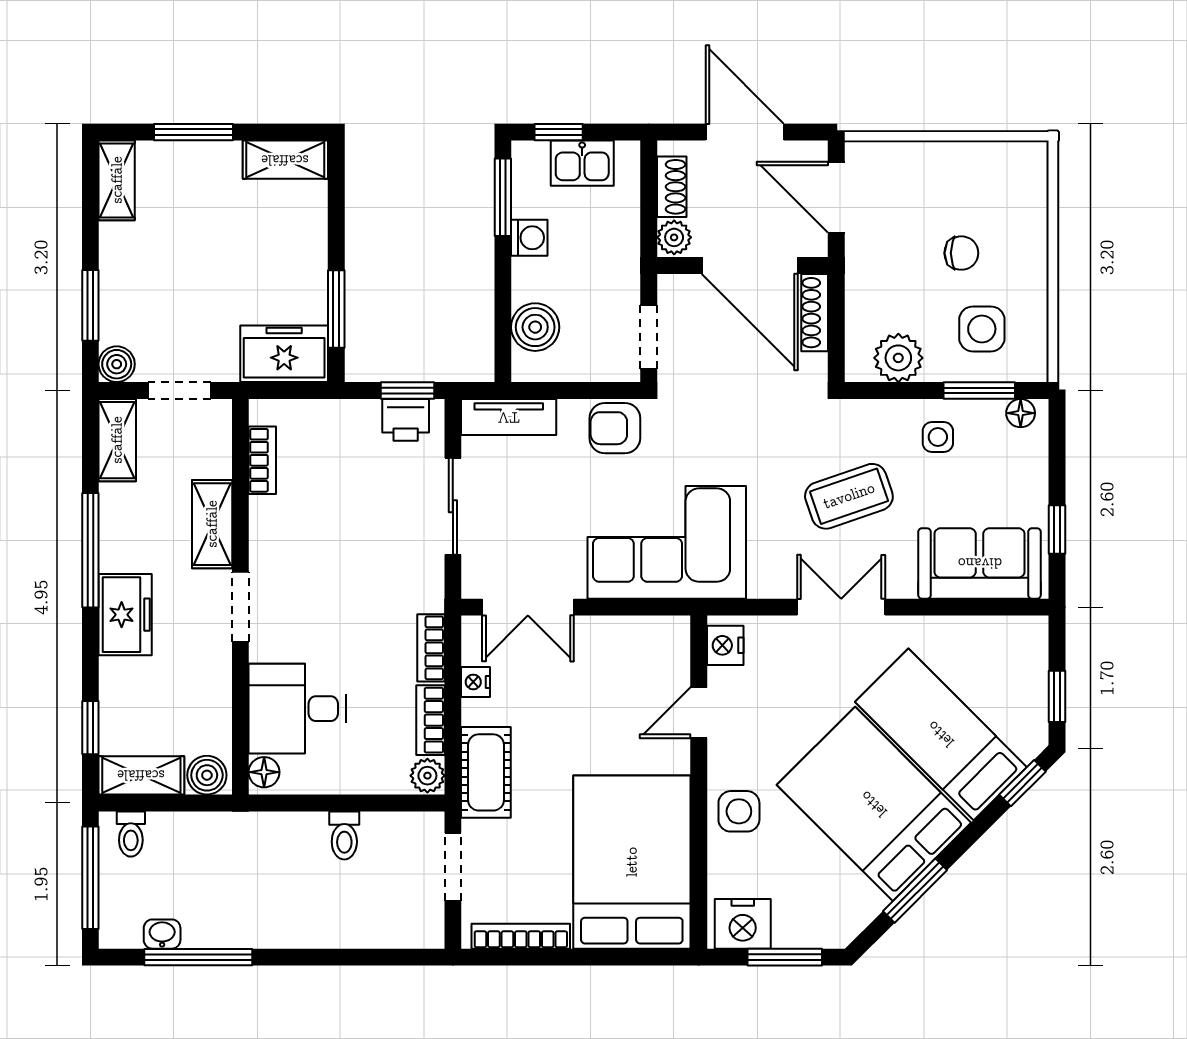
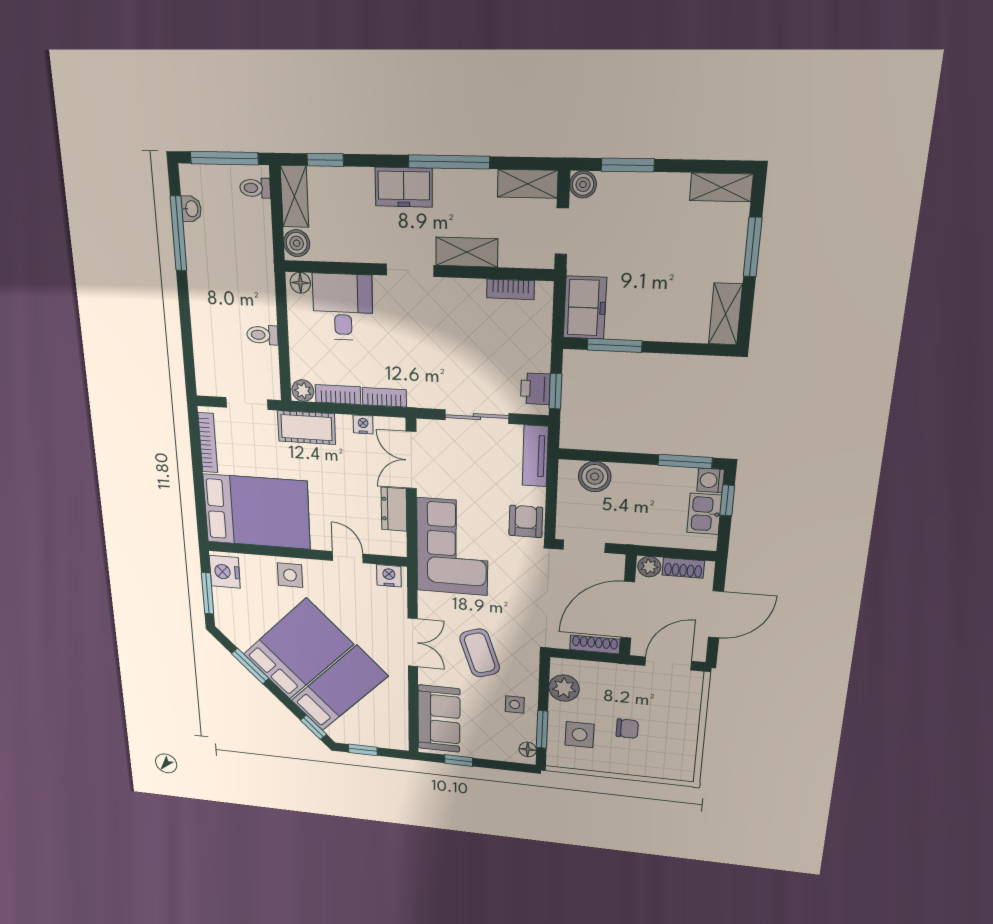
washing machine: (529, 238) -> (711, 480), moved, turned 90
chair: (961, 253) -> (627, 729), turned -90
dresser: (611, 635) -> (394, 509), added

